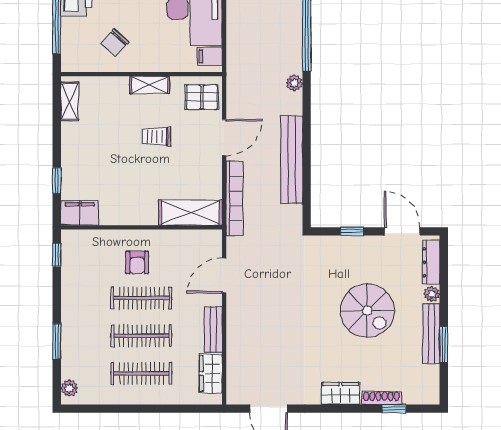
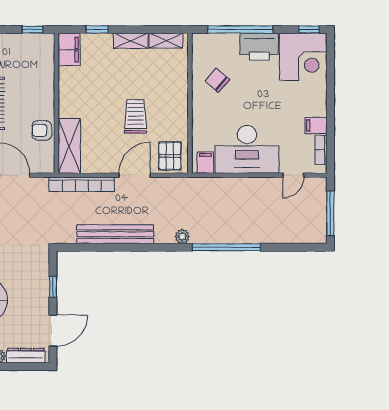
shelving: (150, 85) -> (131, 41), moved, turned 90
trolley: (156, 137) -> (135, 116), width x1.36, depth x1.39
door: (224, 138) -> (135, 175), swing flipped
armchair: (137, 262) -> (42, 130), moved

